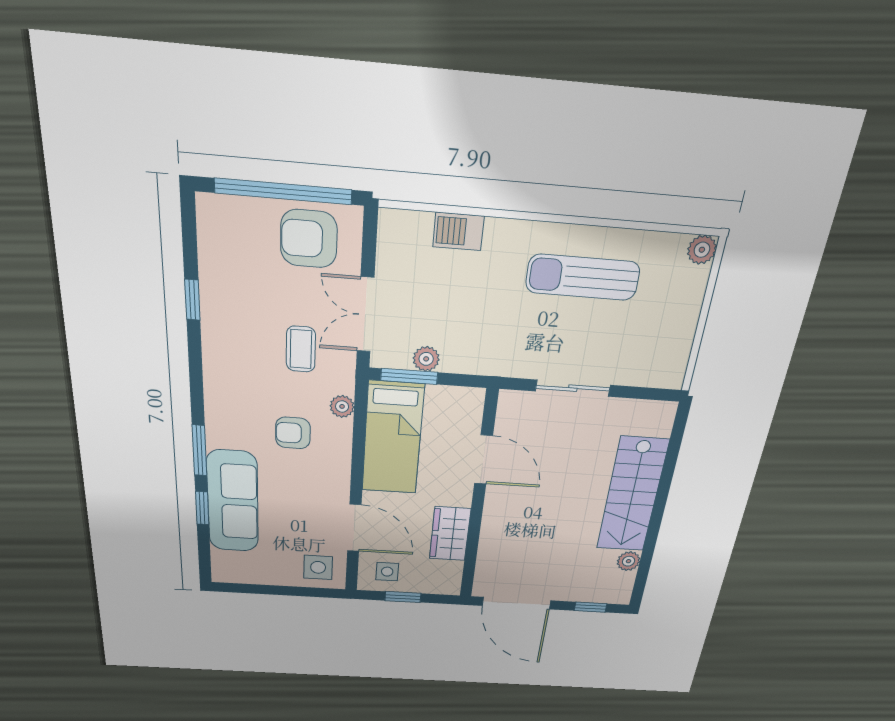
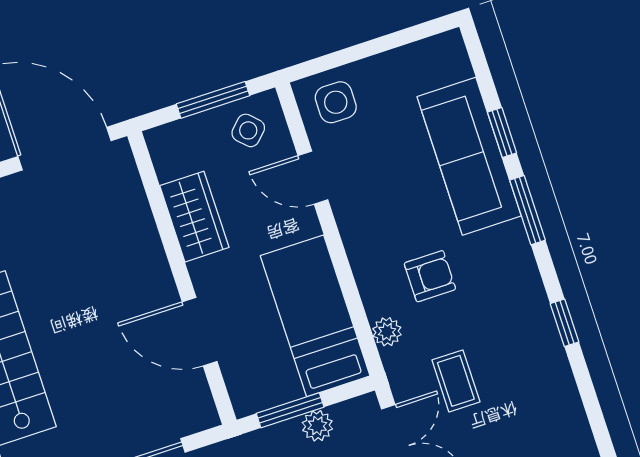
window: (192, 300) -> (565, 323), moved
window: (409, 376) -> (290, 410), moved
door: (354, 528) -> (313, 178), width x0.73
side table: (387, 572) -> (248, 130), turned 45
window: (403, 597) -> (213, 100), width x1.50

